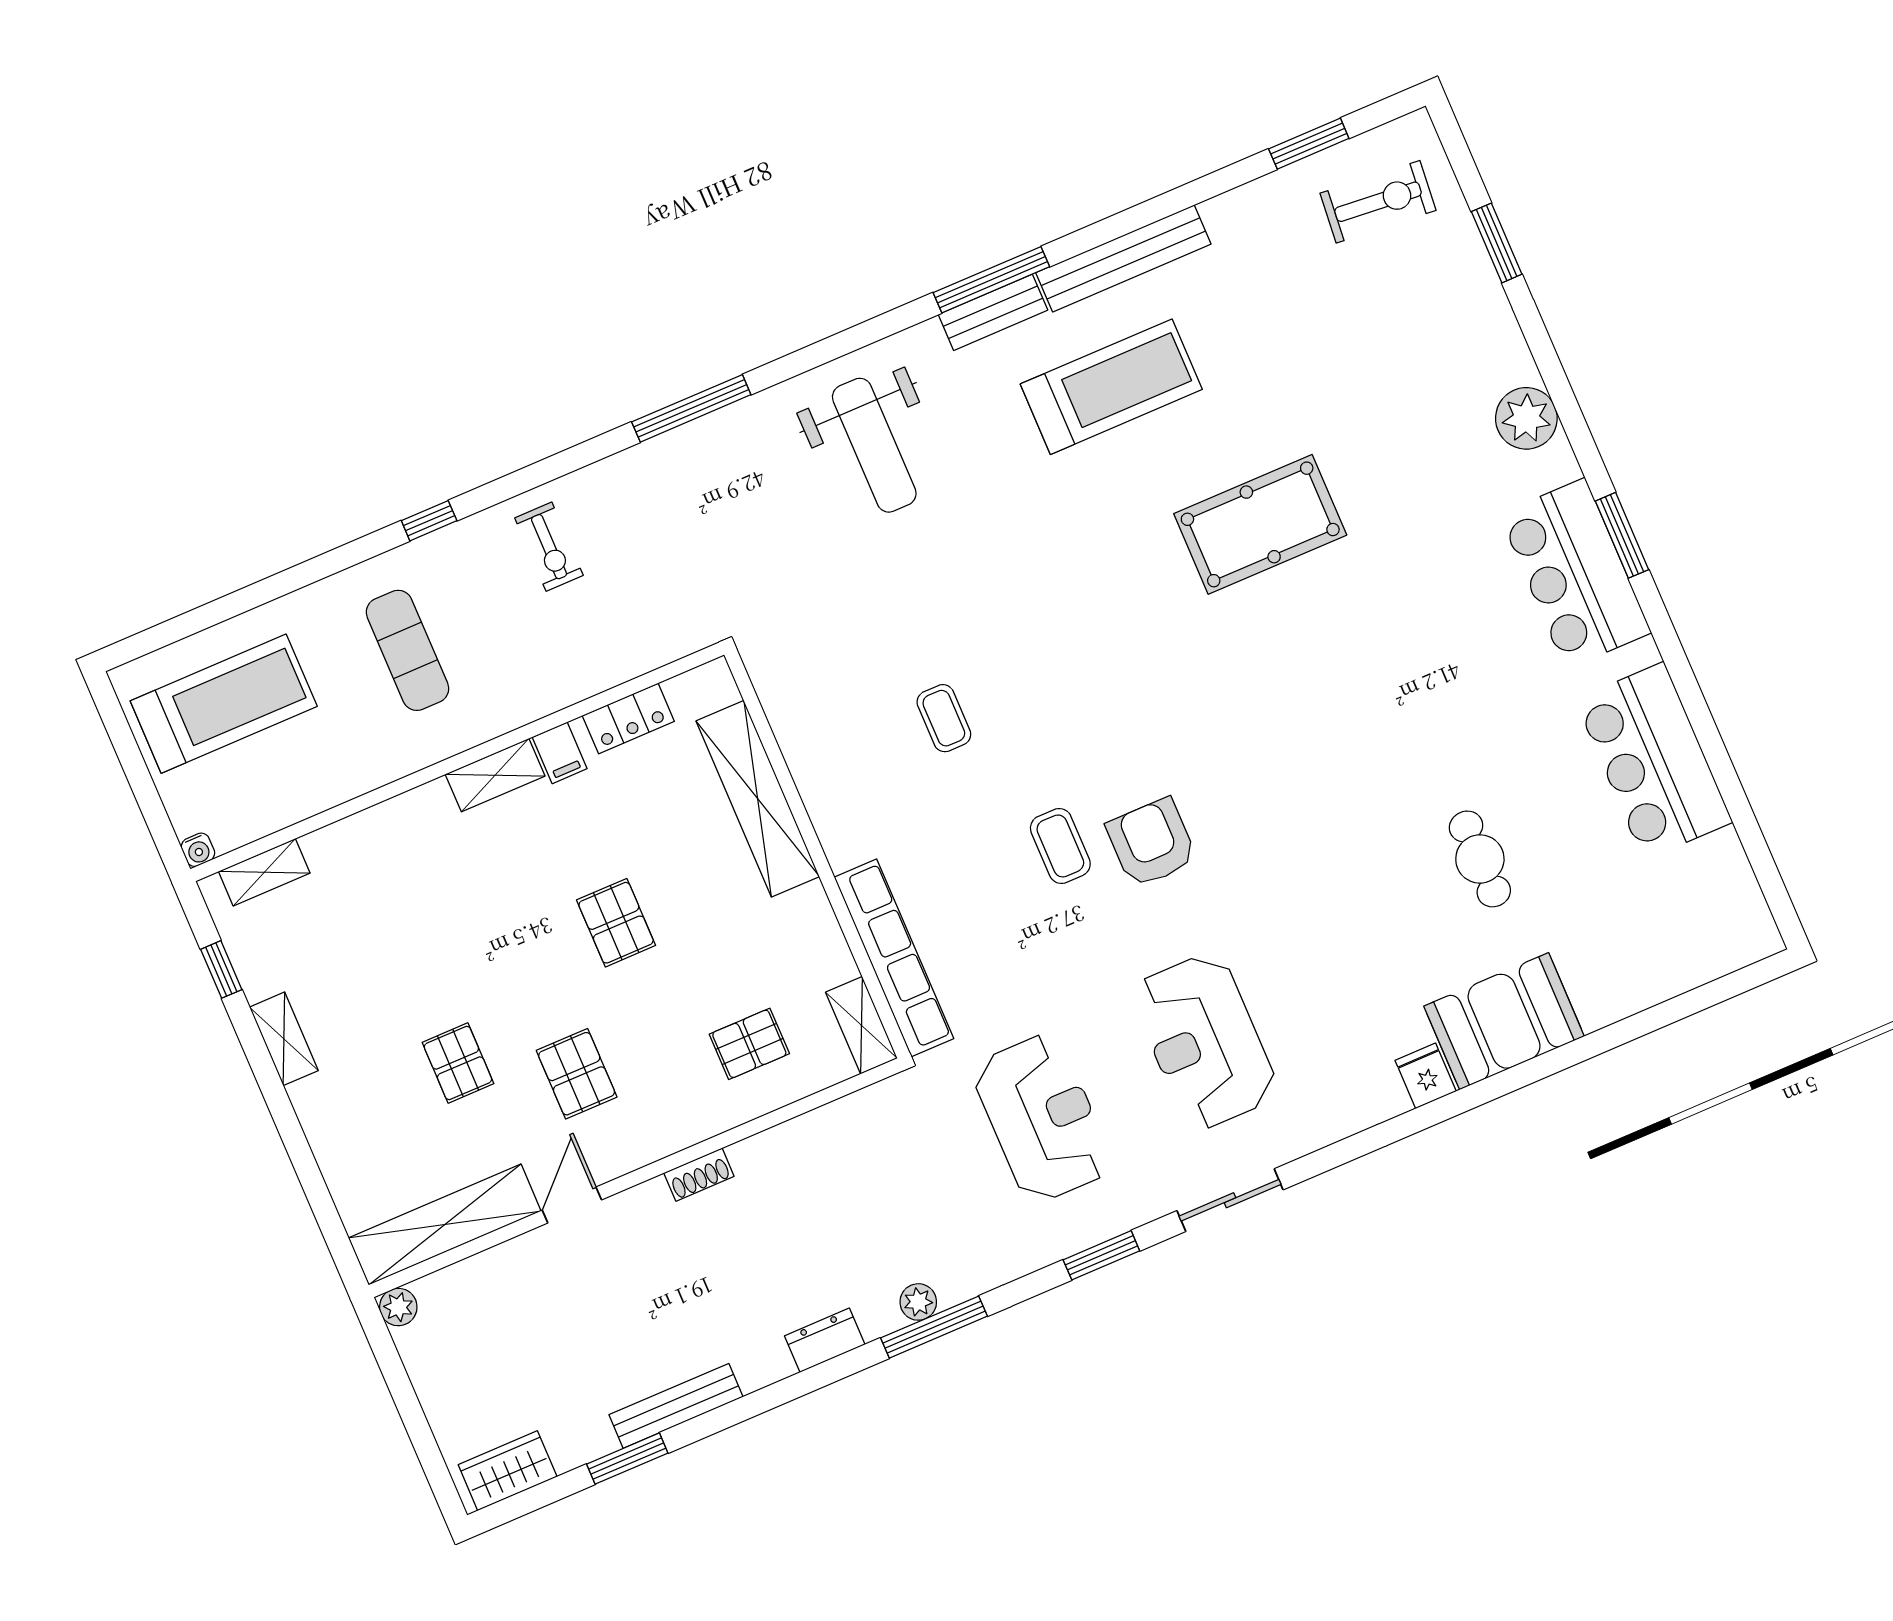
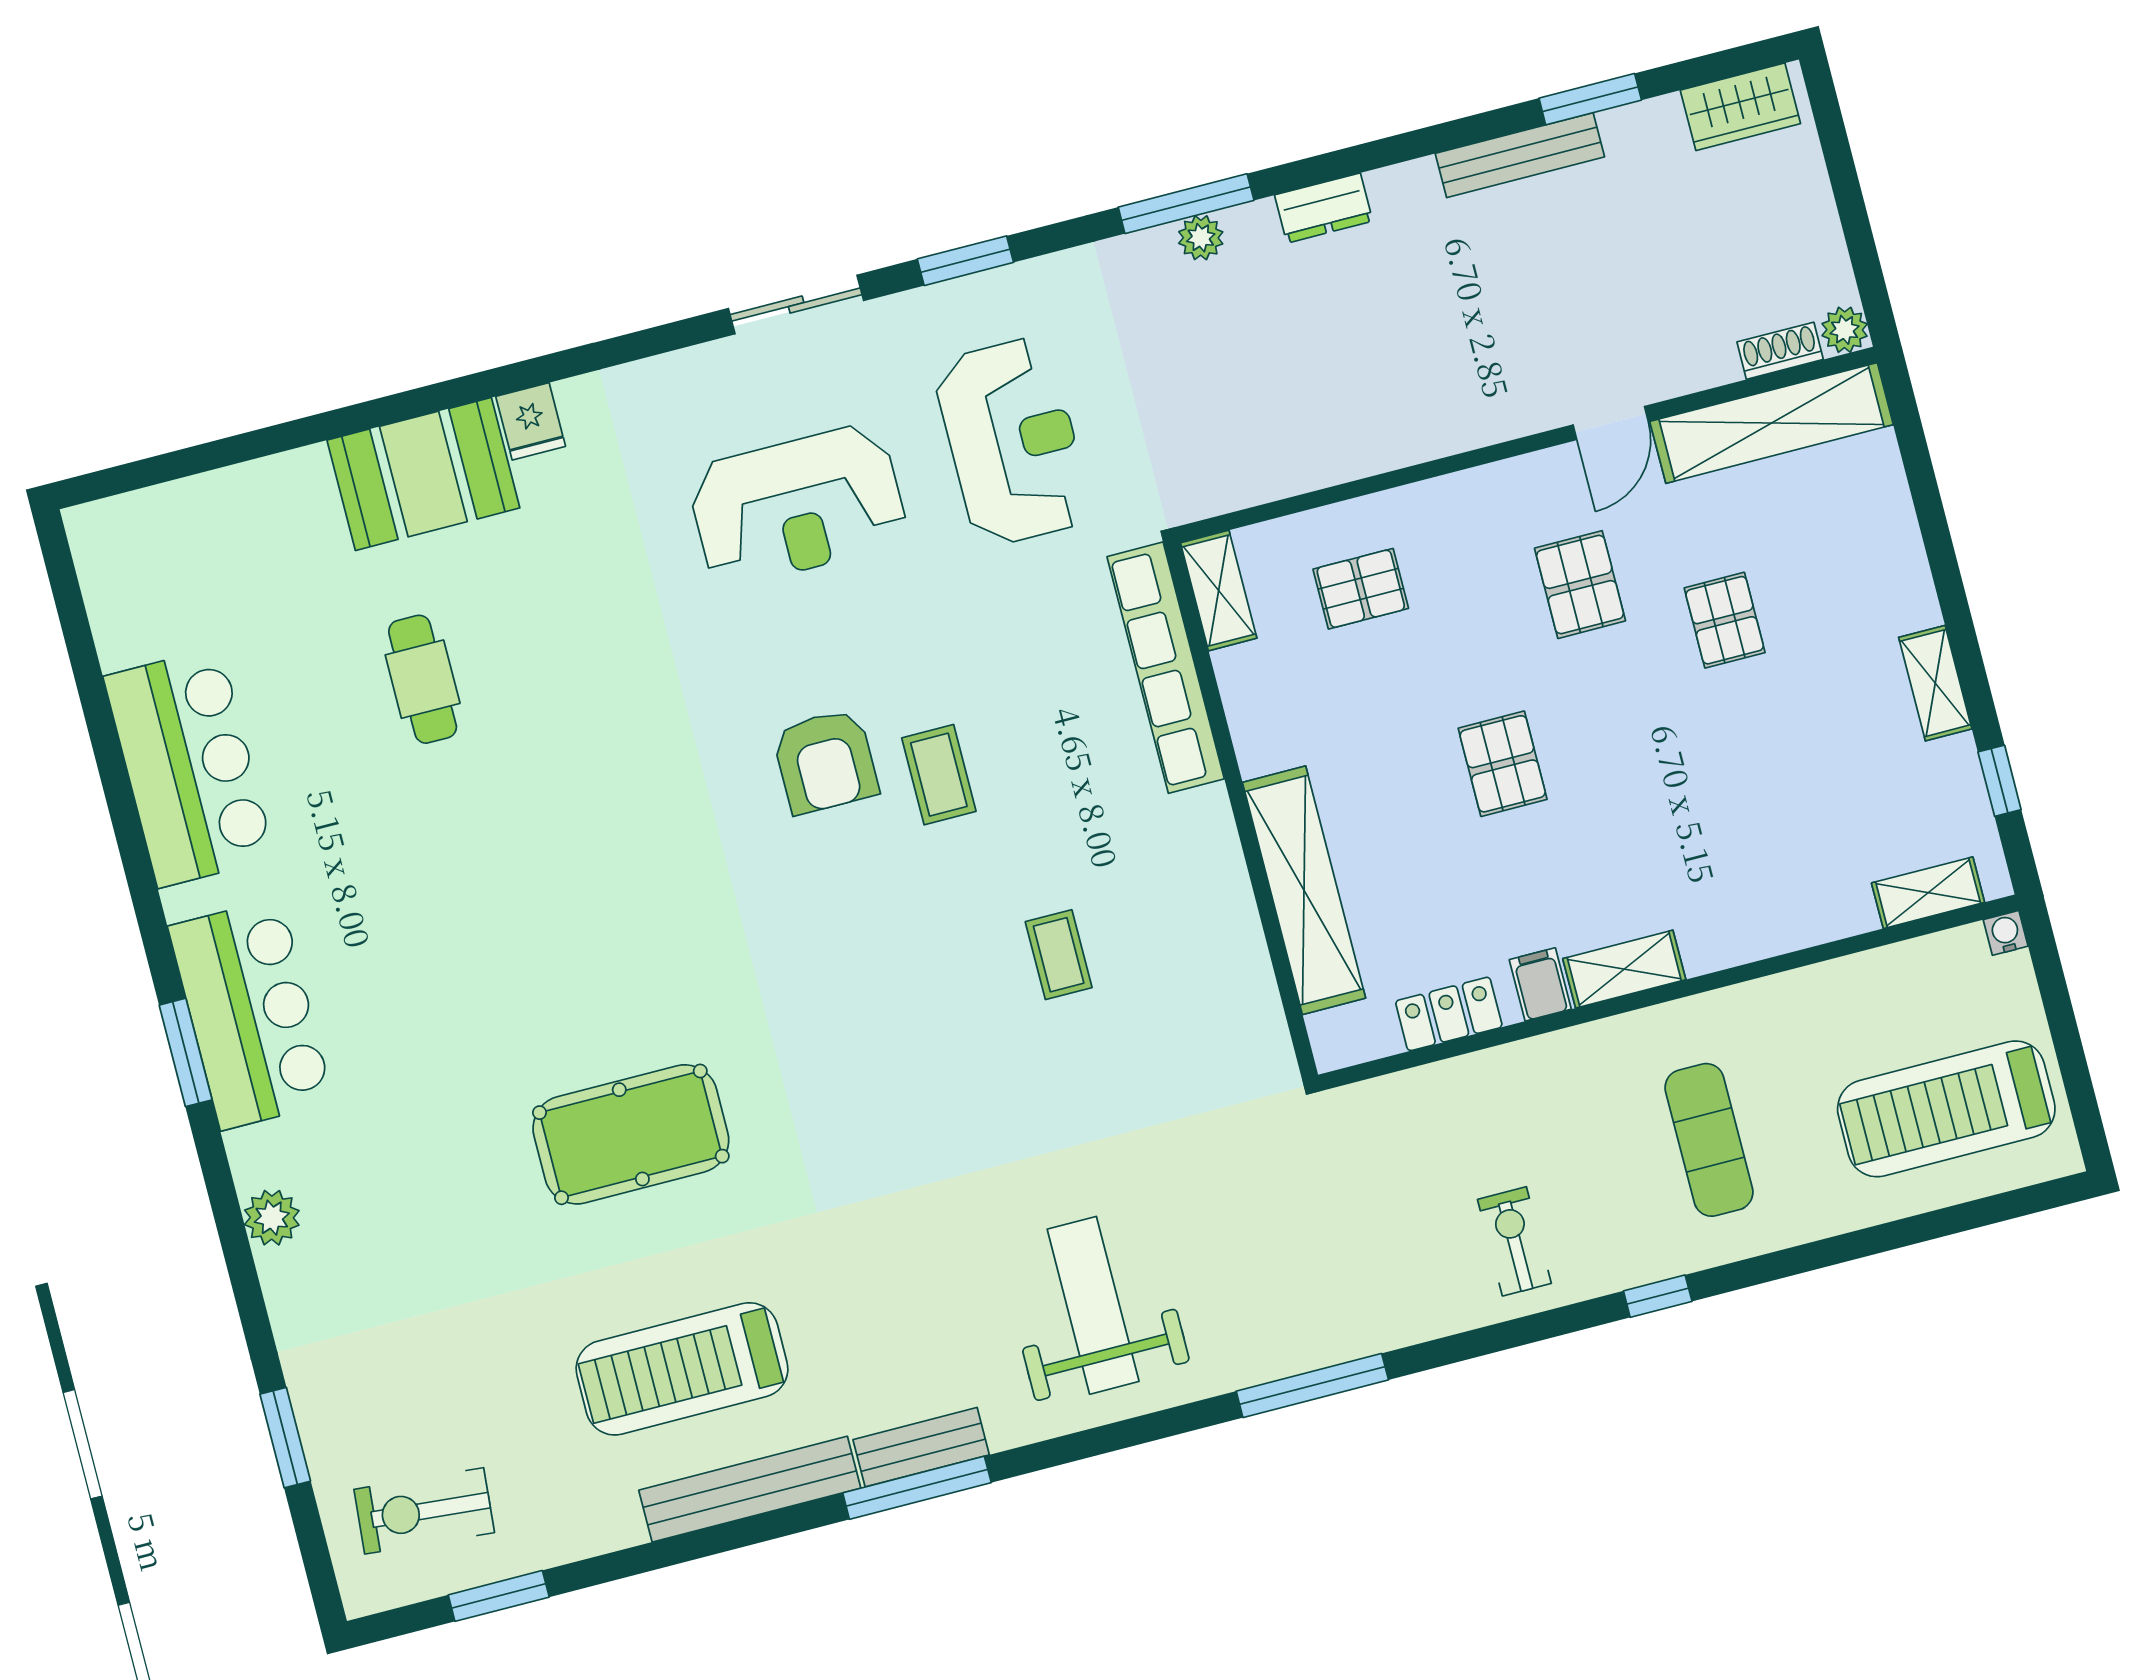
treadmill: (1111, 387) -> (682, 1369), moved
plant: (1526, 418) -> (272, 1218), width x0.73, depth x0.73
reception desk: (1205, 1041) -> (797, 506), turned 90
reception desk: (1042, 1118) -> (1013, 442), turned 180
shoe rack: (699, 1175) -> (1780, 351), moved

